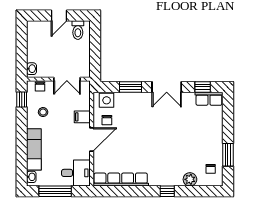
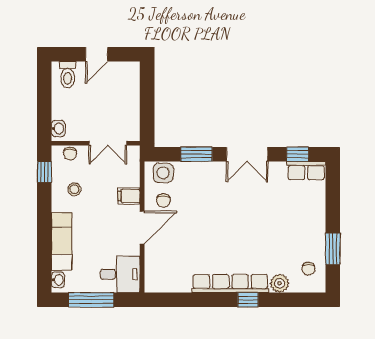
toilet: (78, 30) -> (68, 75), moved
row of seats: (121, 180) -> (230, 284), moved

